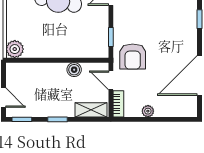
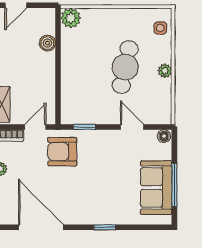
boiler: (74, 70) -> (47, 43), moved

